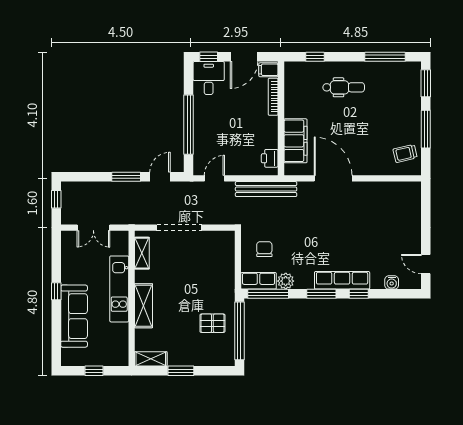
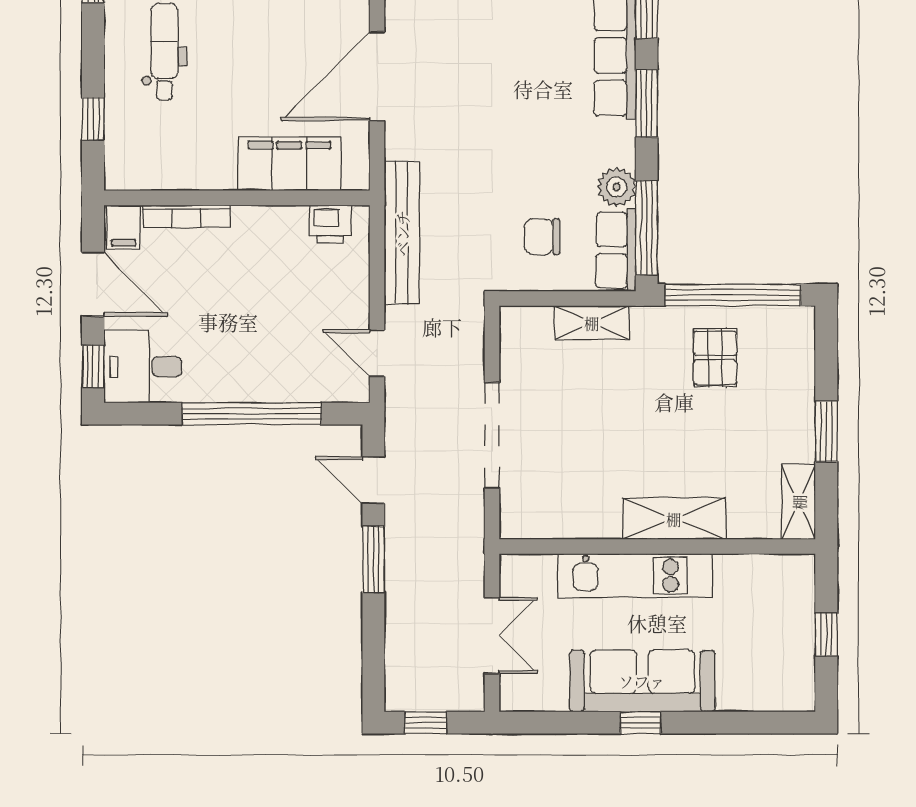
shelving: (142, 253) -> (592, 323), moved
sofa: (74, 316) -> (642, 681), moved

